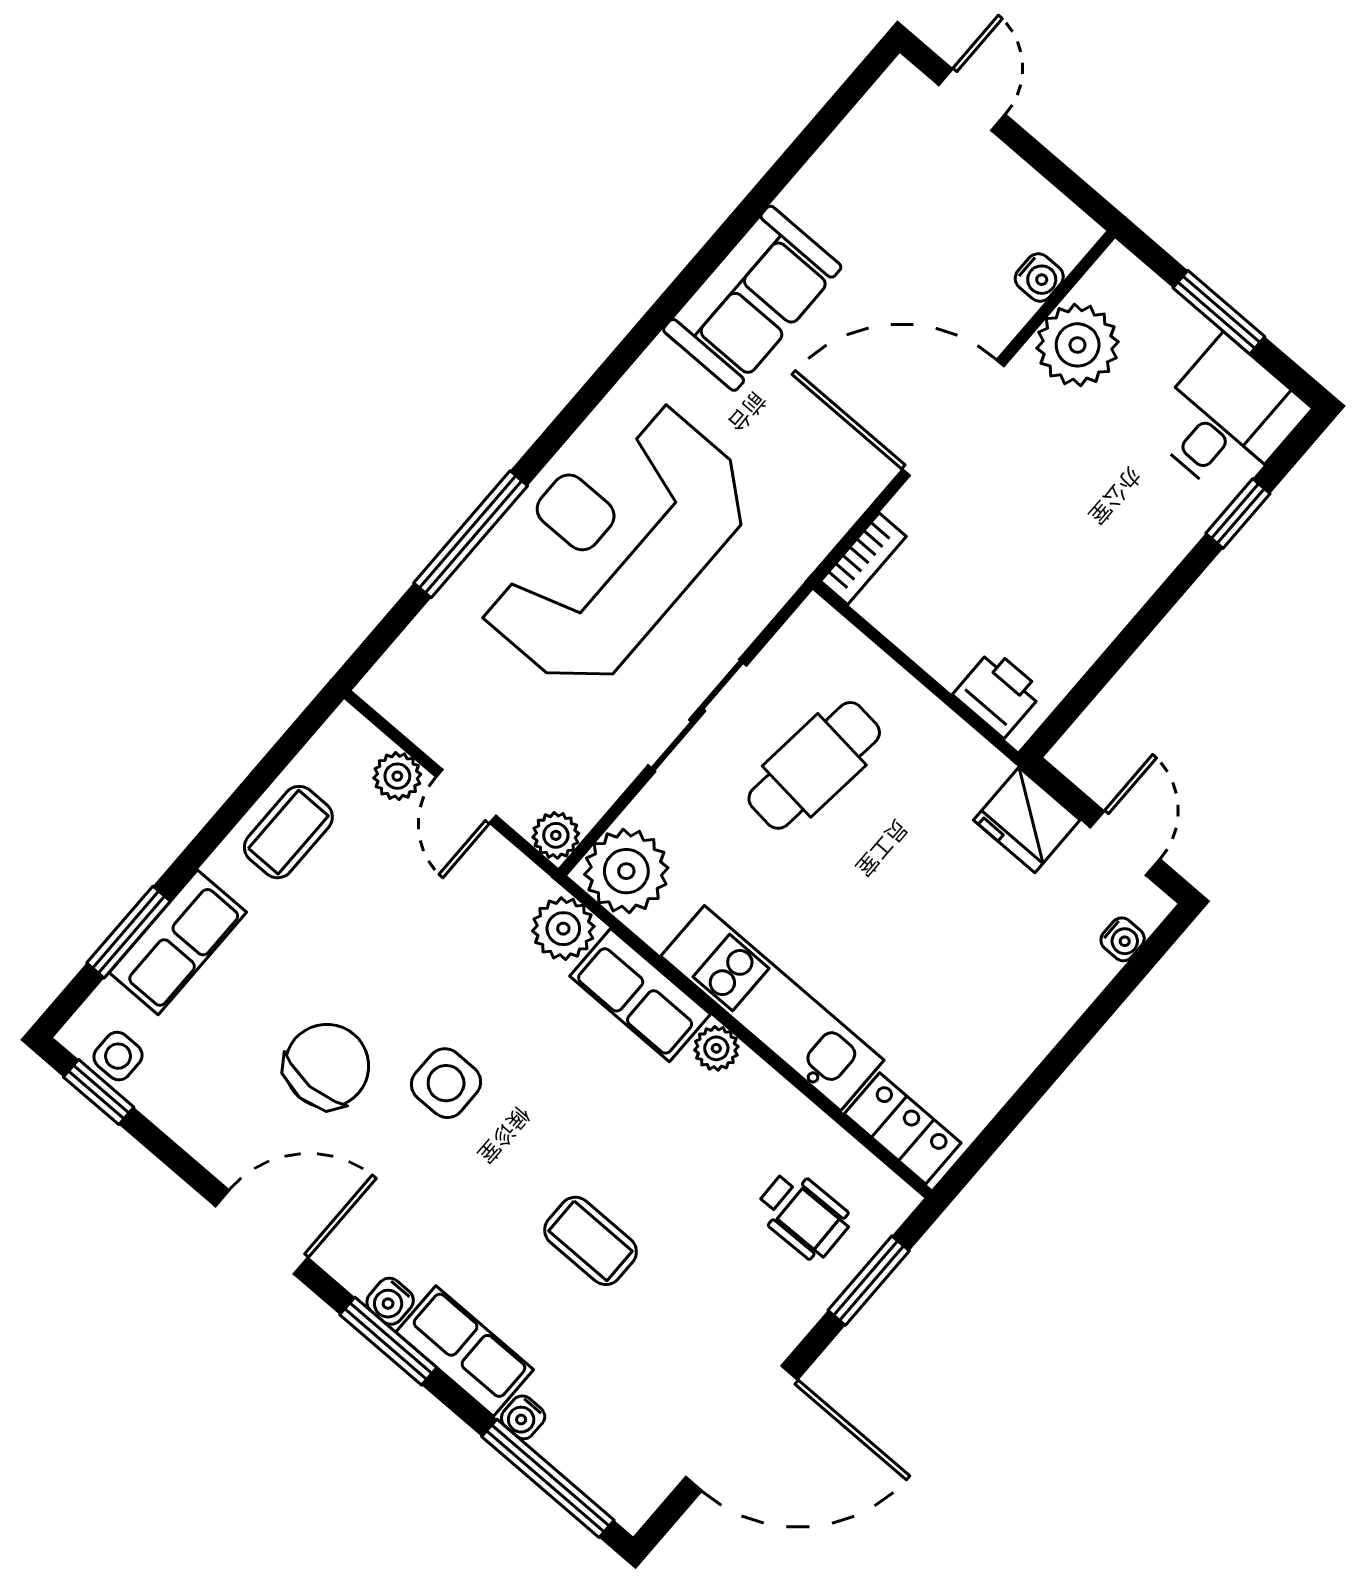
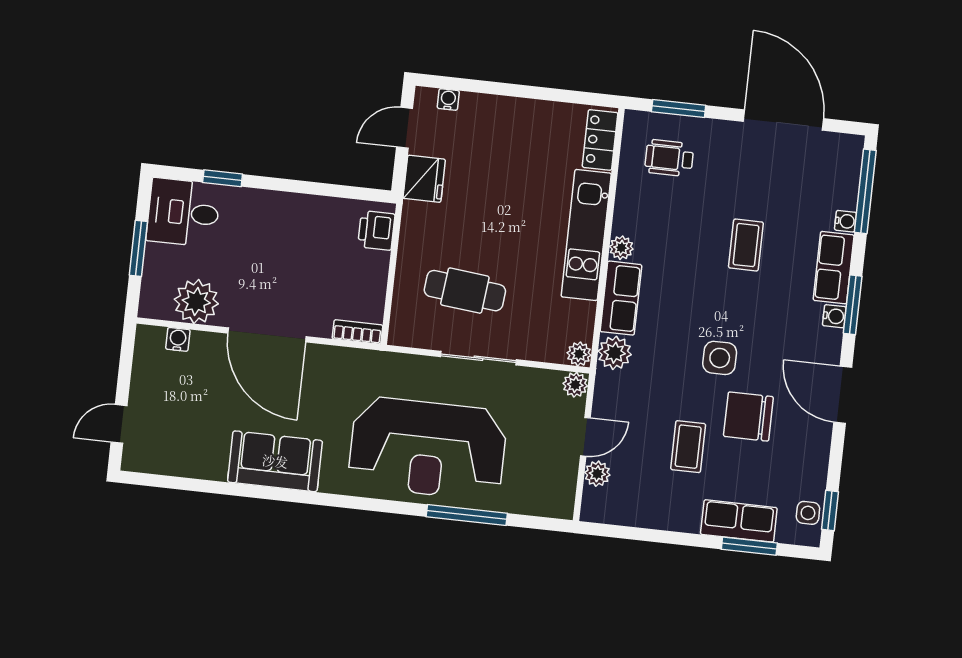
coffee table: (288, 832) -> (688, 447), moved, turned 90
plant: (626, 871) -> (579, 354), width x0.53, depth x0.53
wheelchair: (803, 1215) -> (669, 158), turned -89

